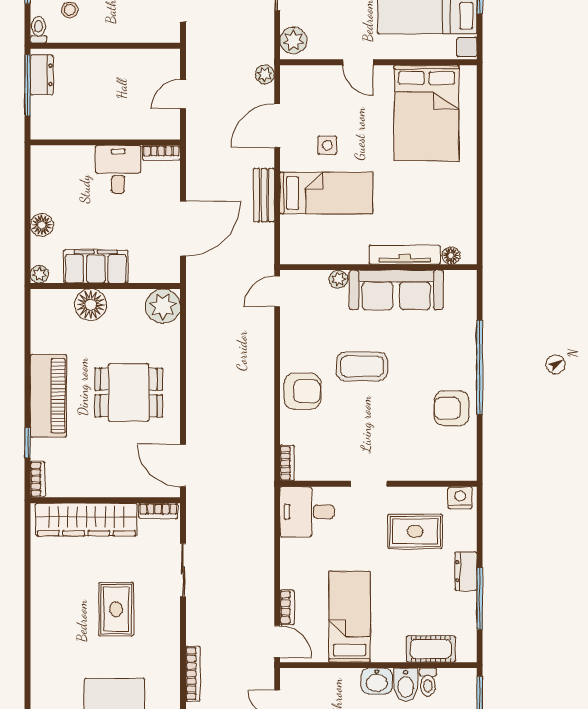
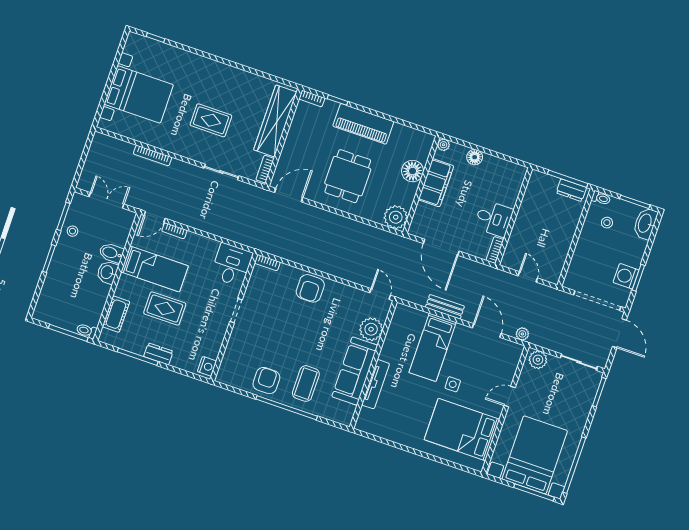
side table: (327, 145) -> (453, 384), moved
floor lamp: (451, 256) -> (365, 414), removed
plant: (338, 279) -> (371, 329), width x1.88, depth x1.88
coffee table: (362, 366) -> (306, 384), moved
rug: (415, 531) -> (165, 309), moved, turned 90
toilet: (428, 682) -> (87, 331), moved
bidet: (406, 685) -> (111, 253), moved

